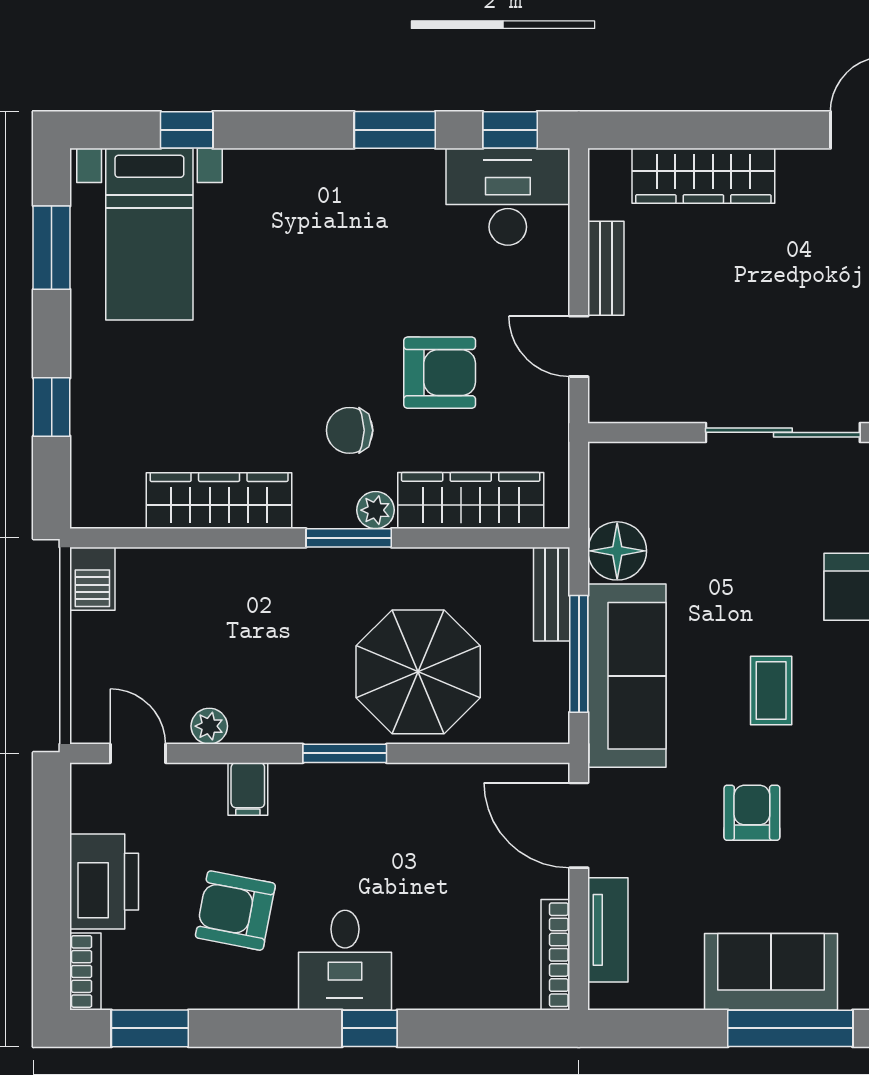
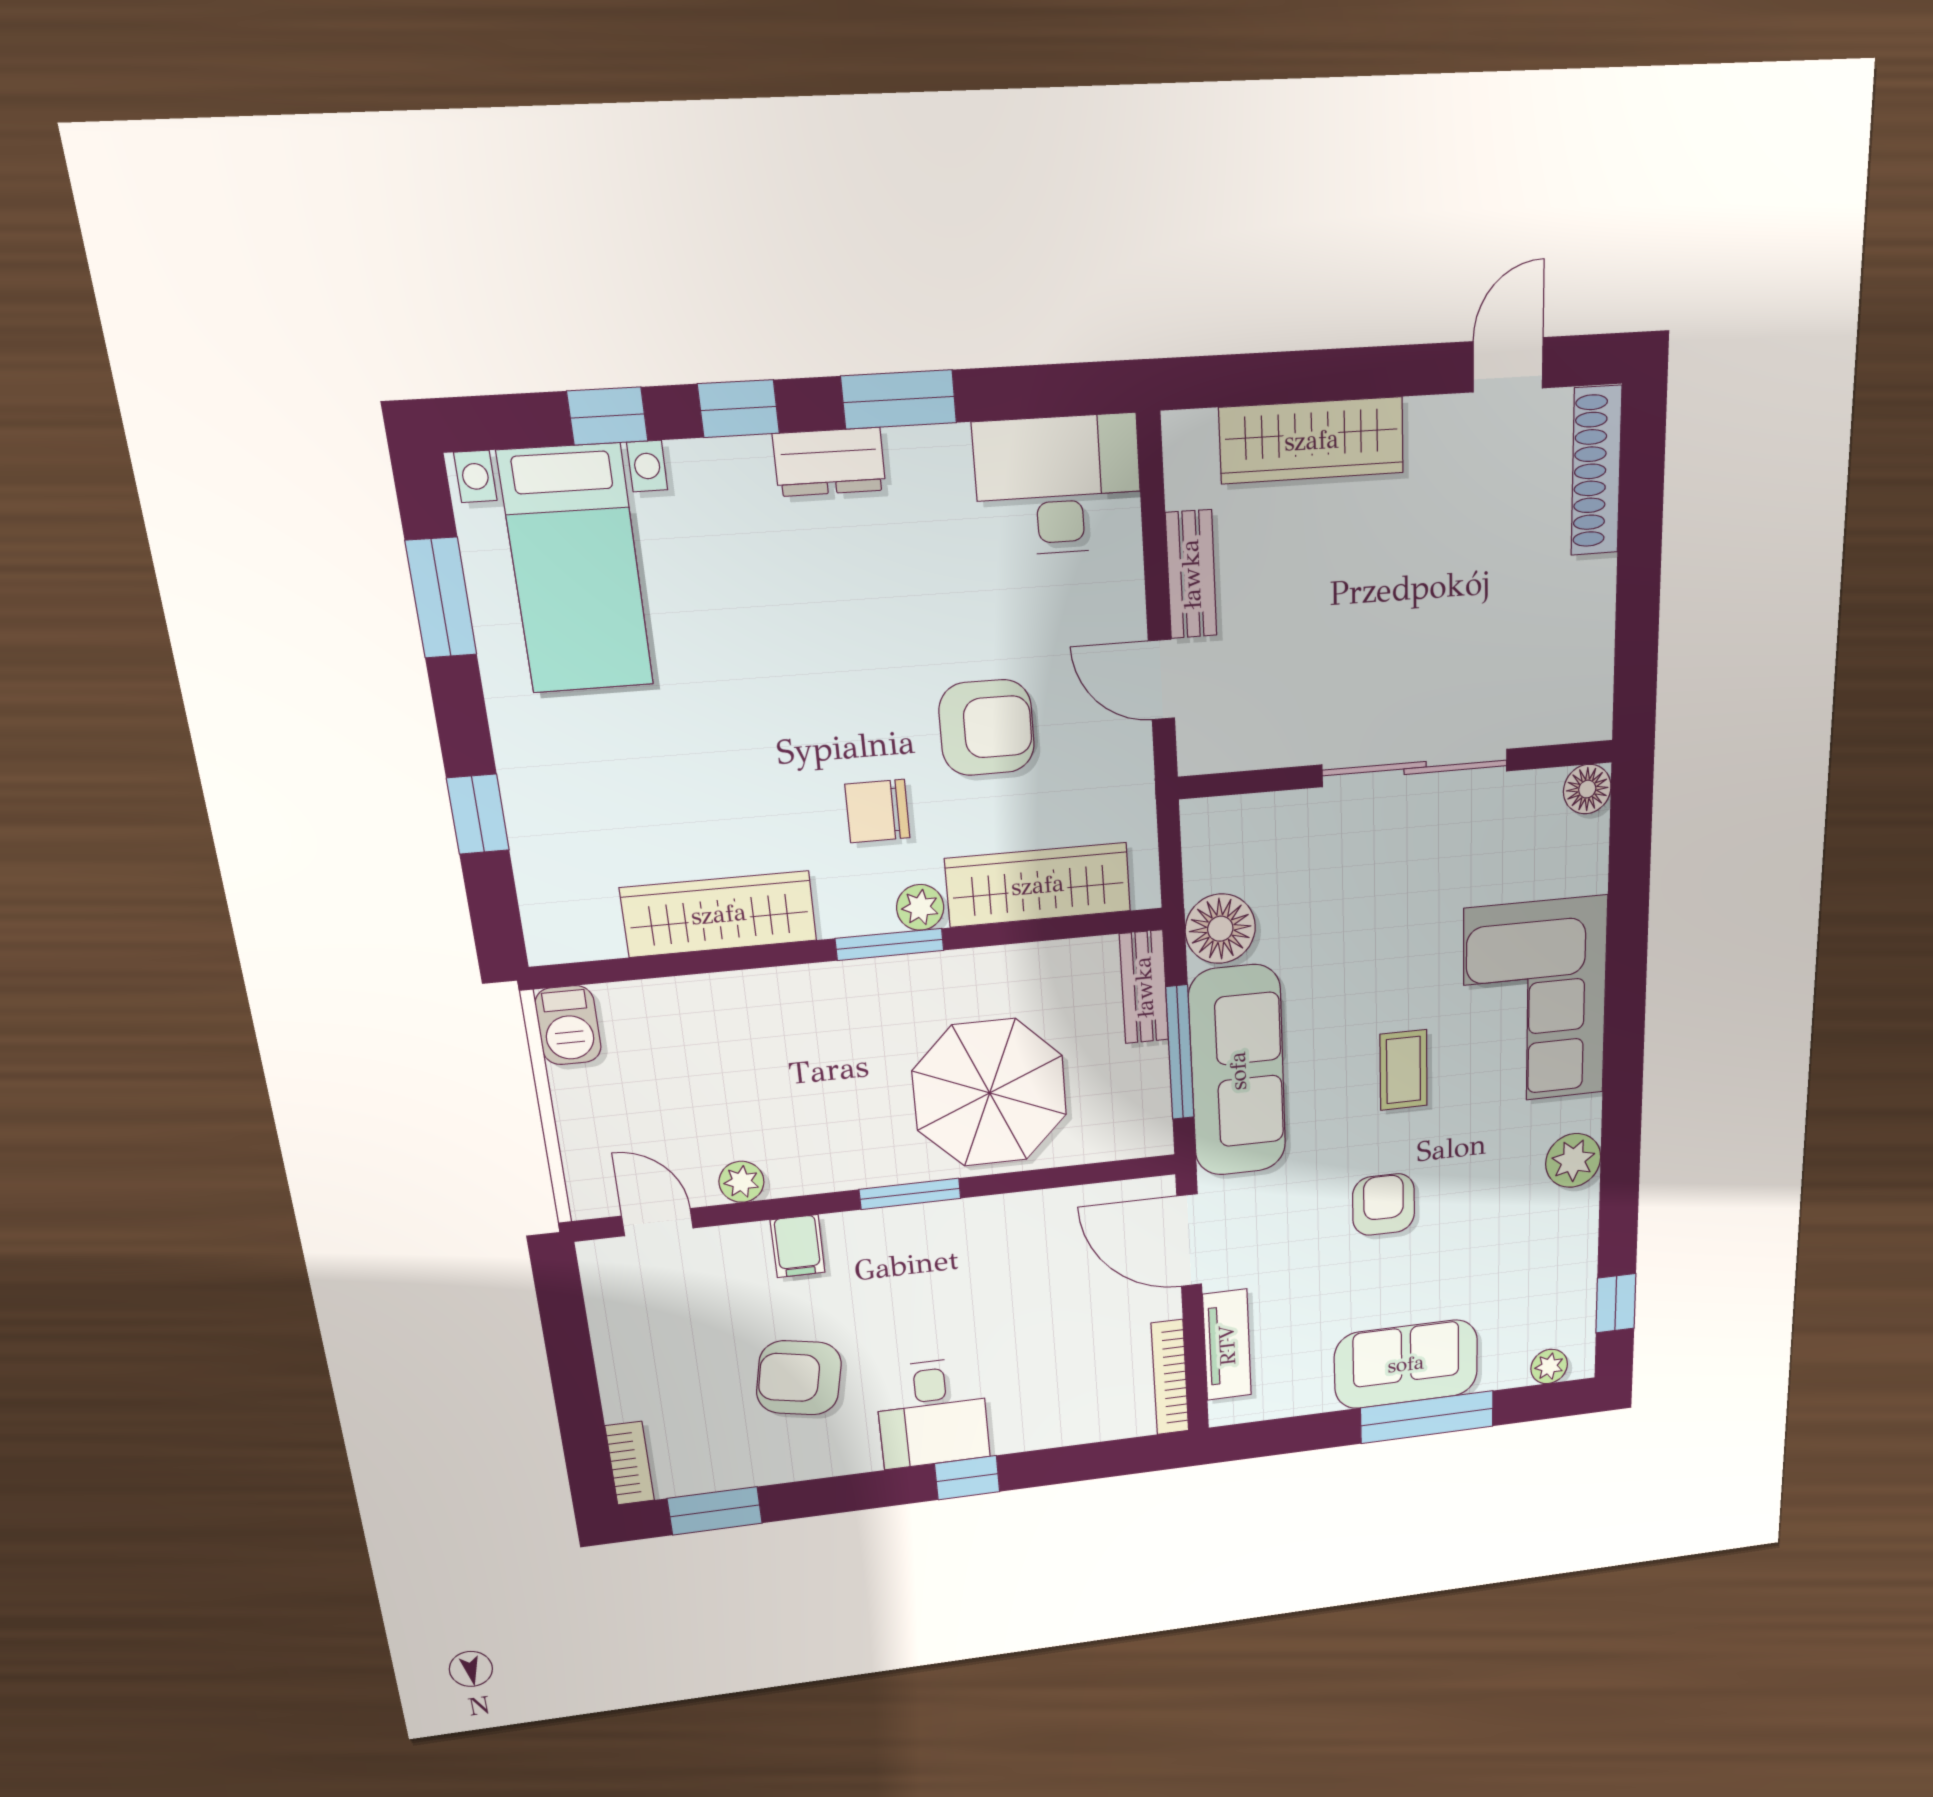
window: (510, 130) -> (739, 409), moved
dresser: (340, 170) -> (829, 462), added
printer: (104, 882) -> (637, 1367), removed

